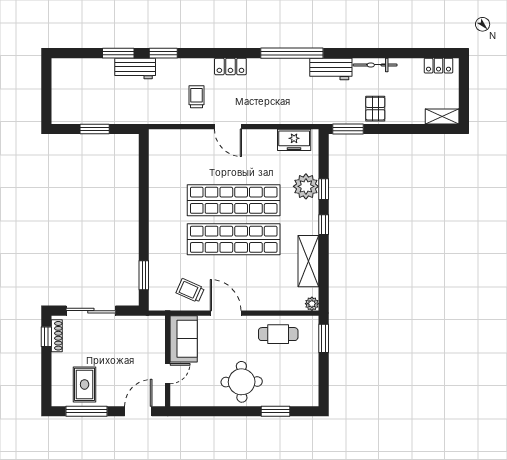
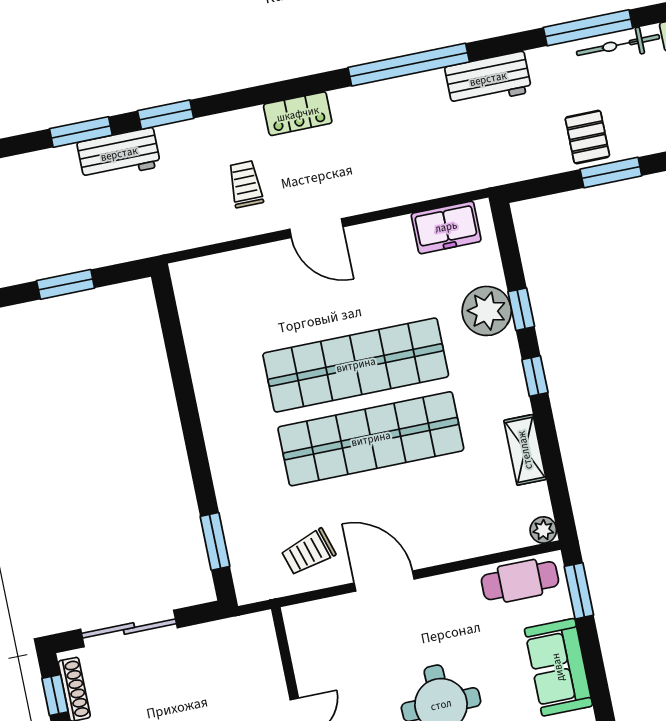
window: (387, 53) -> (588, 28), added
bicycle: (375, 65) -> (618, 45), moved
window: (348, 129) -> (611, 172), moved
shelving: (308, 261) -> (525, 450), width x0.67, depth x0.75
trolley: (190, 290) -> (308, 552), turned -41
cafe table: (278, 334) -> (520, 581), moved
sofa: (184, 339) -> (558, 667), moved, turned 180

